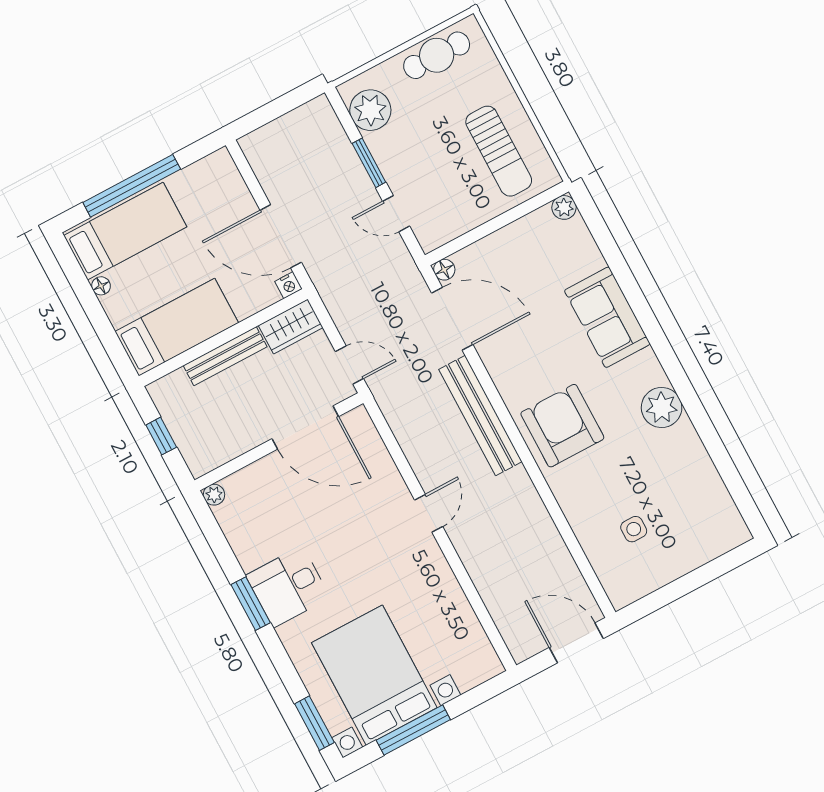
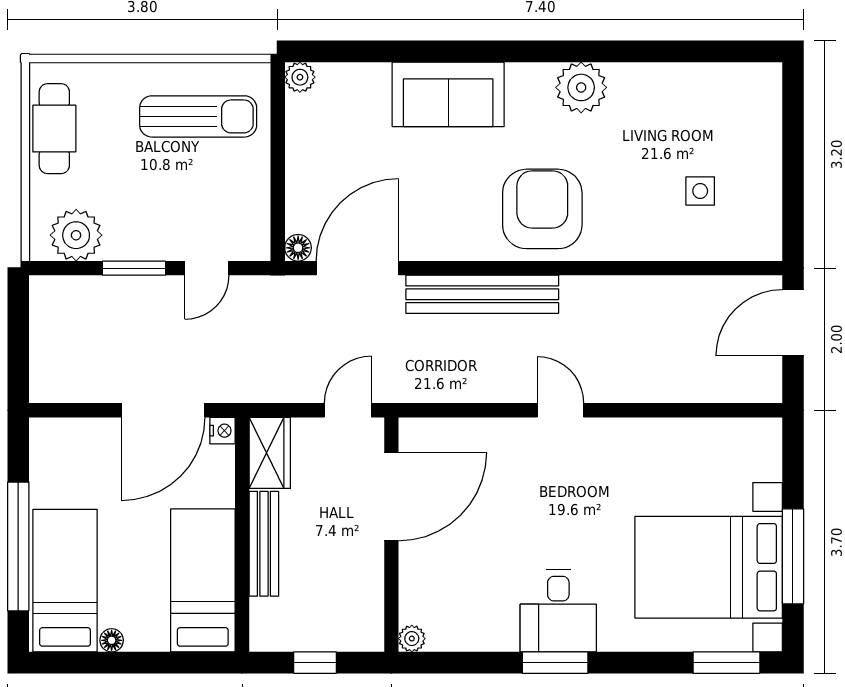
armchair: (562, 426) -> (542, 209), turned 90

